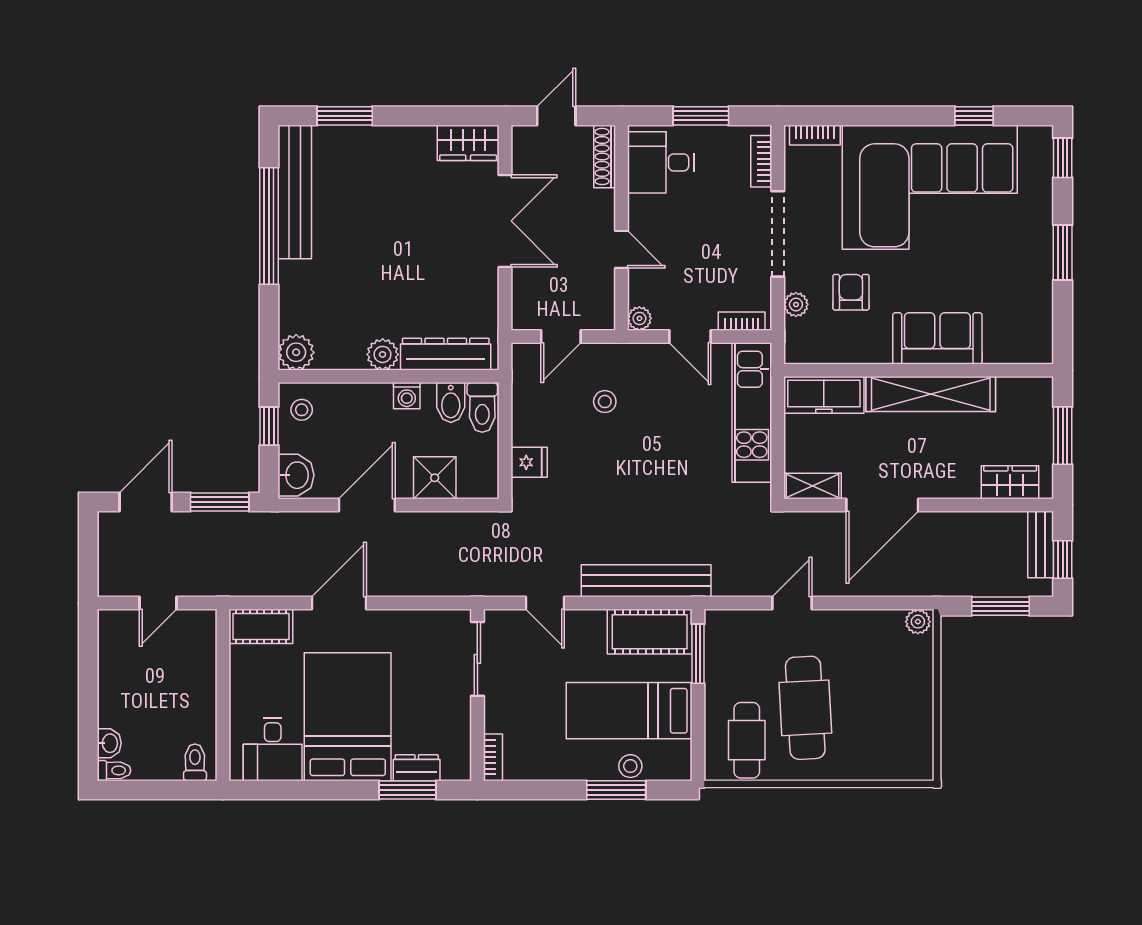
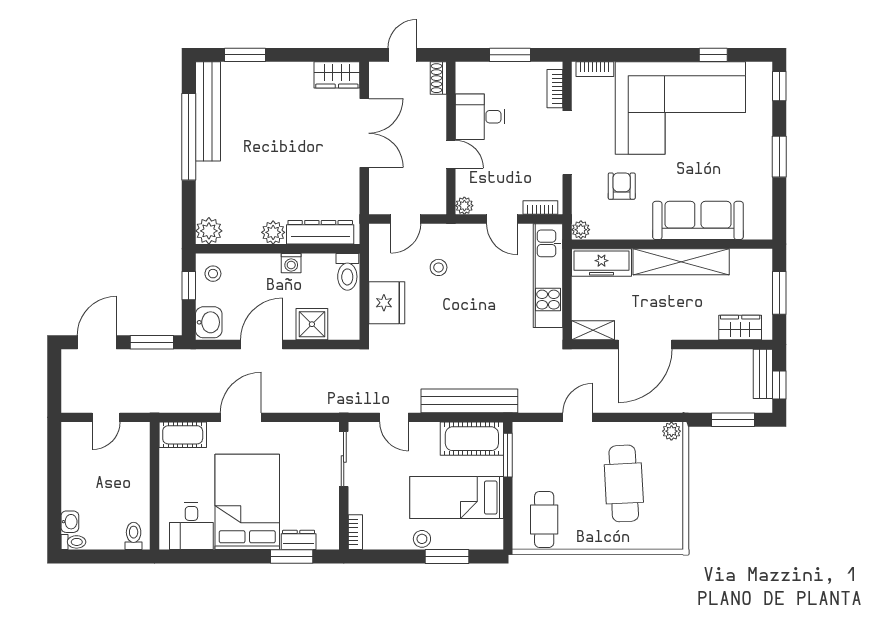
shoe rack: (605, 156) -> (438, 78), width x0.70
desk: (661, 162) -> (480, 117), moved
plant: (796, 304) -> (581, 230), moved
sofa: (937, 338) -> (698, 220), width x1.36
bidet: (451, 403) -> (324, 268), removed
fridge: (529, 462) -> (387, 303), width x1.88, depth x1.34
cafe table: (805, 708) -> (624, 483), moved
stool: (630, 766) -> (422, 539), moved

